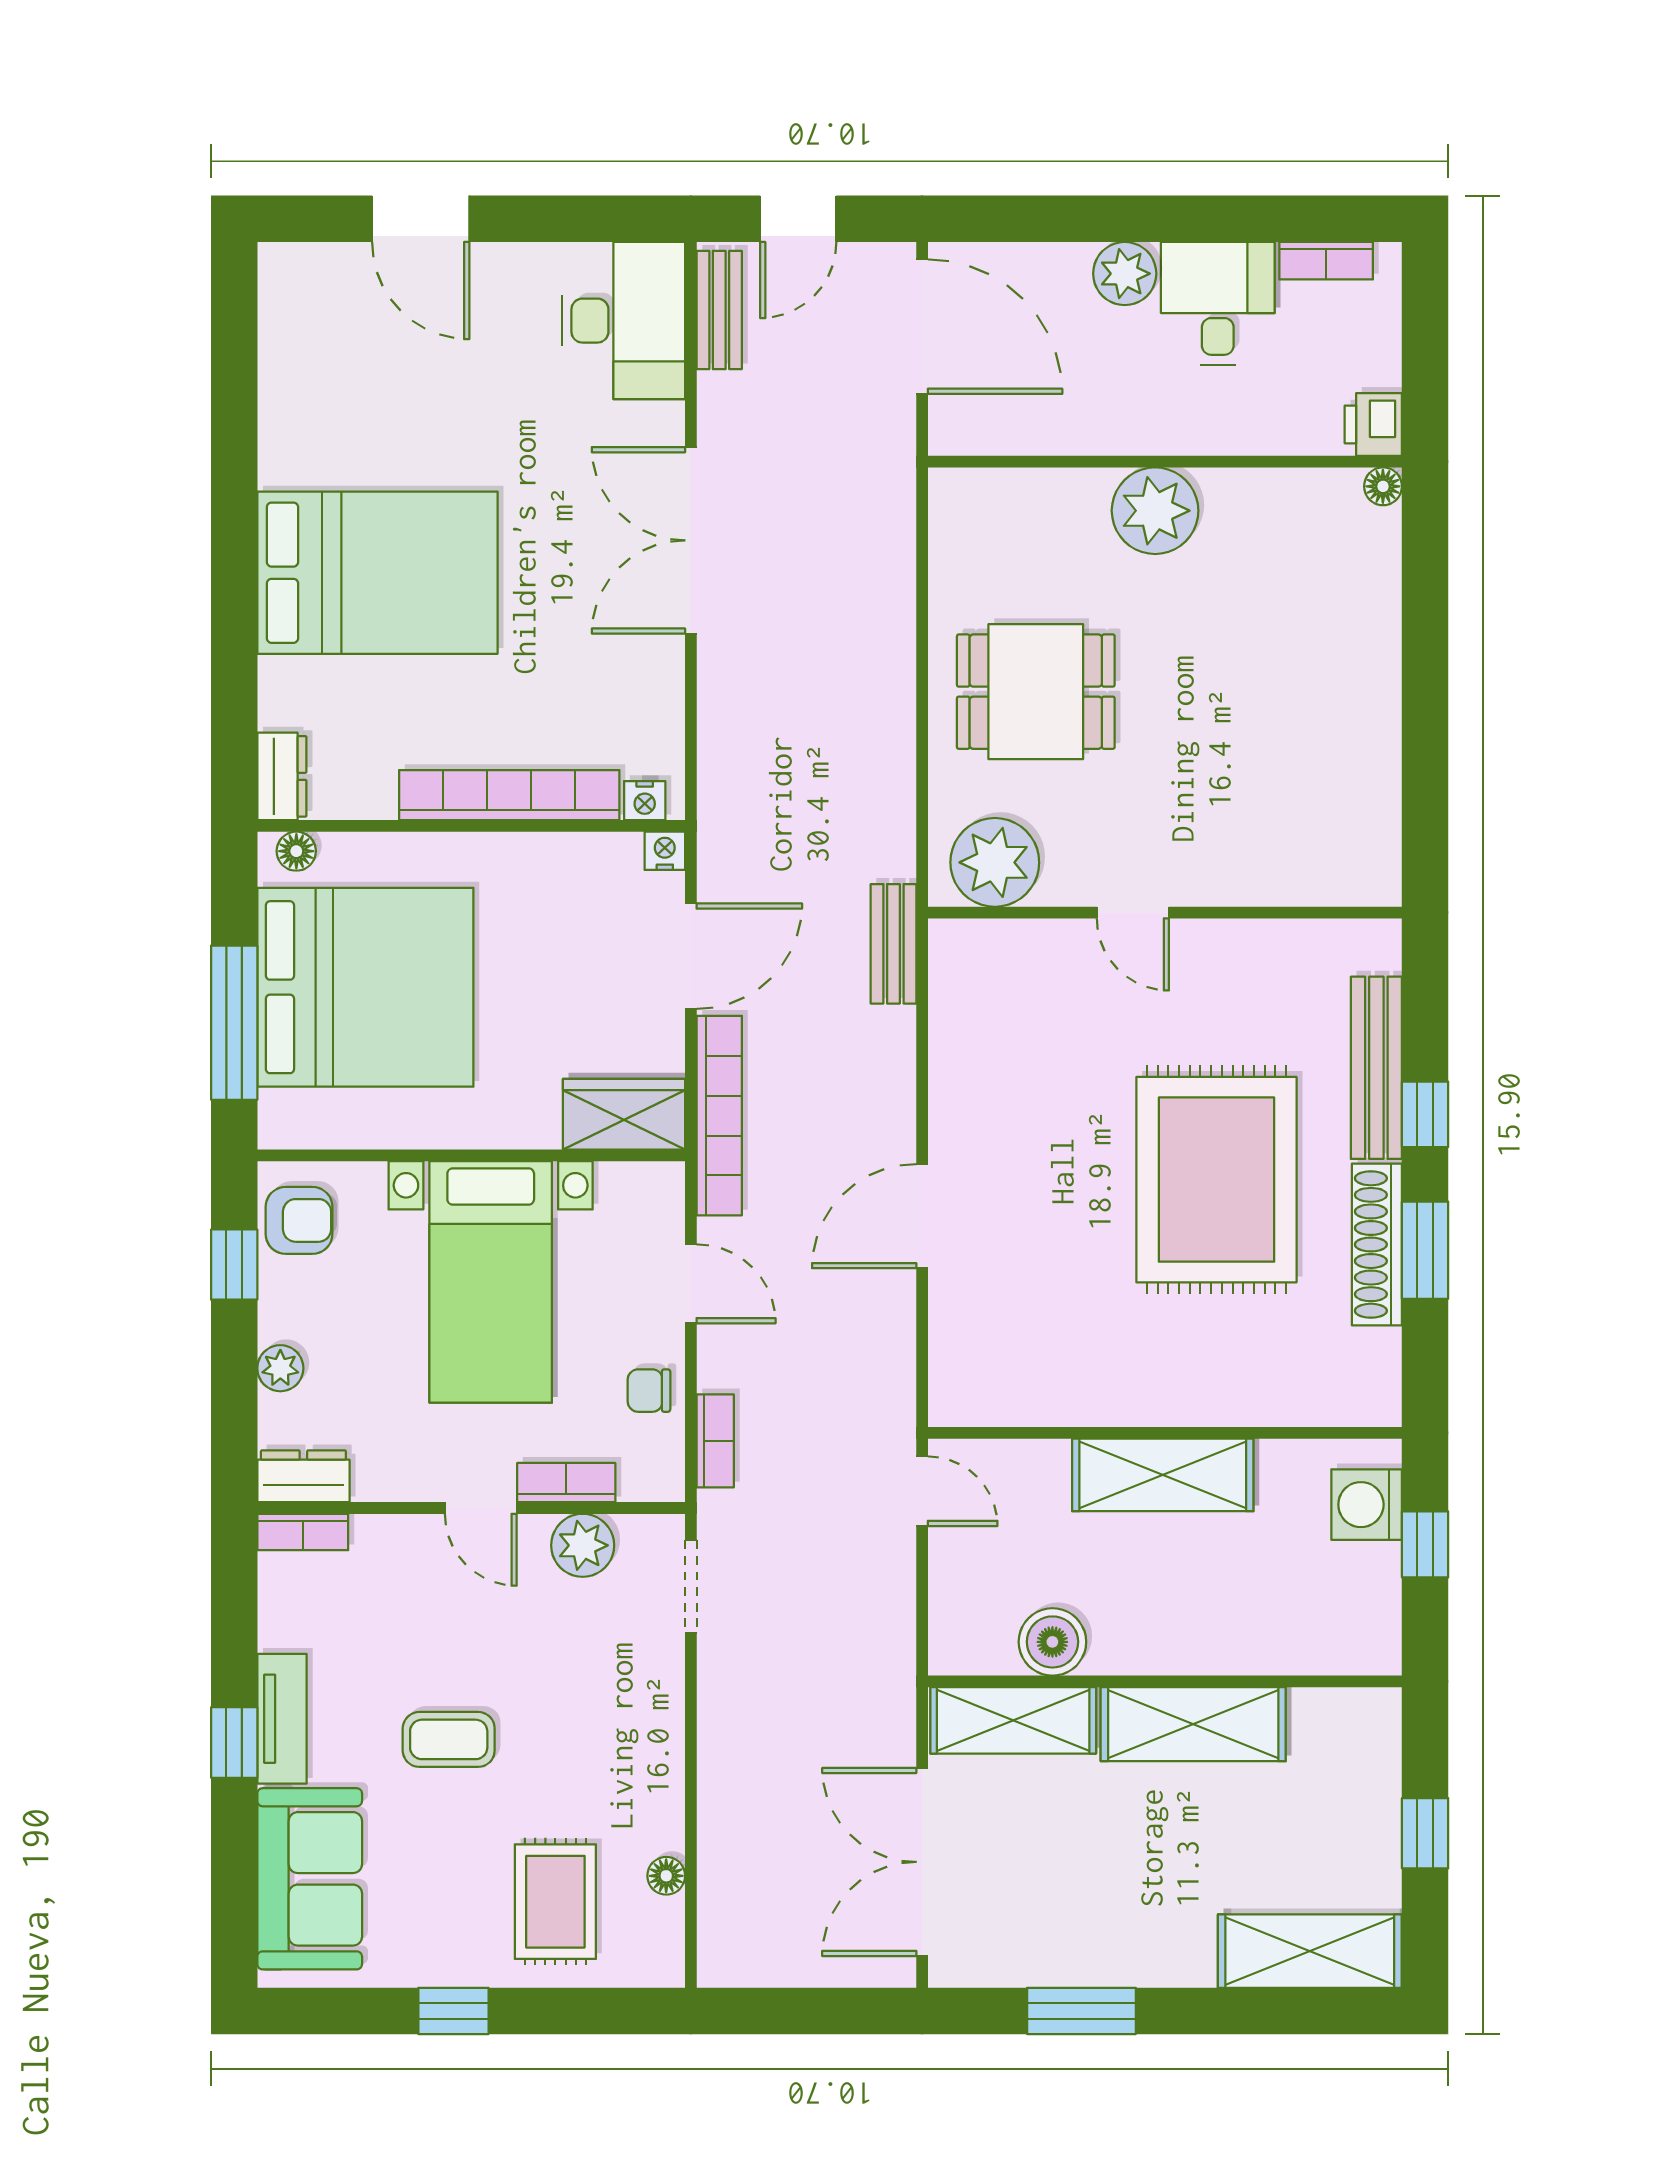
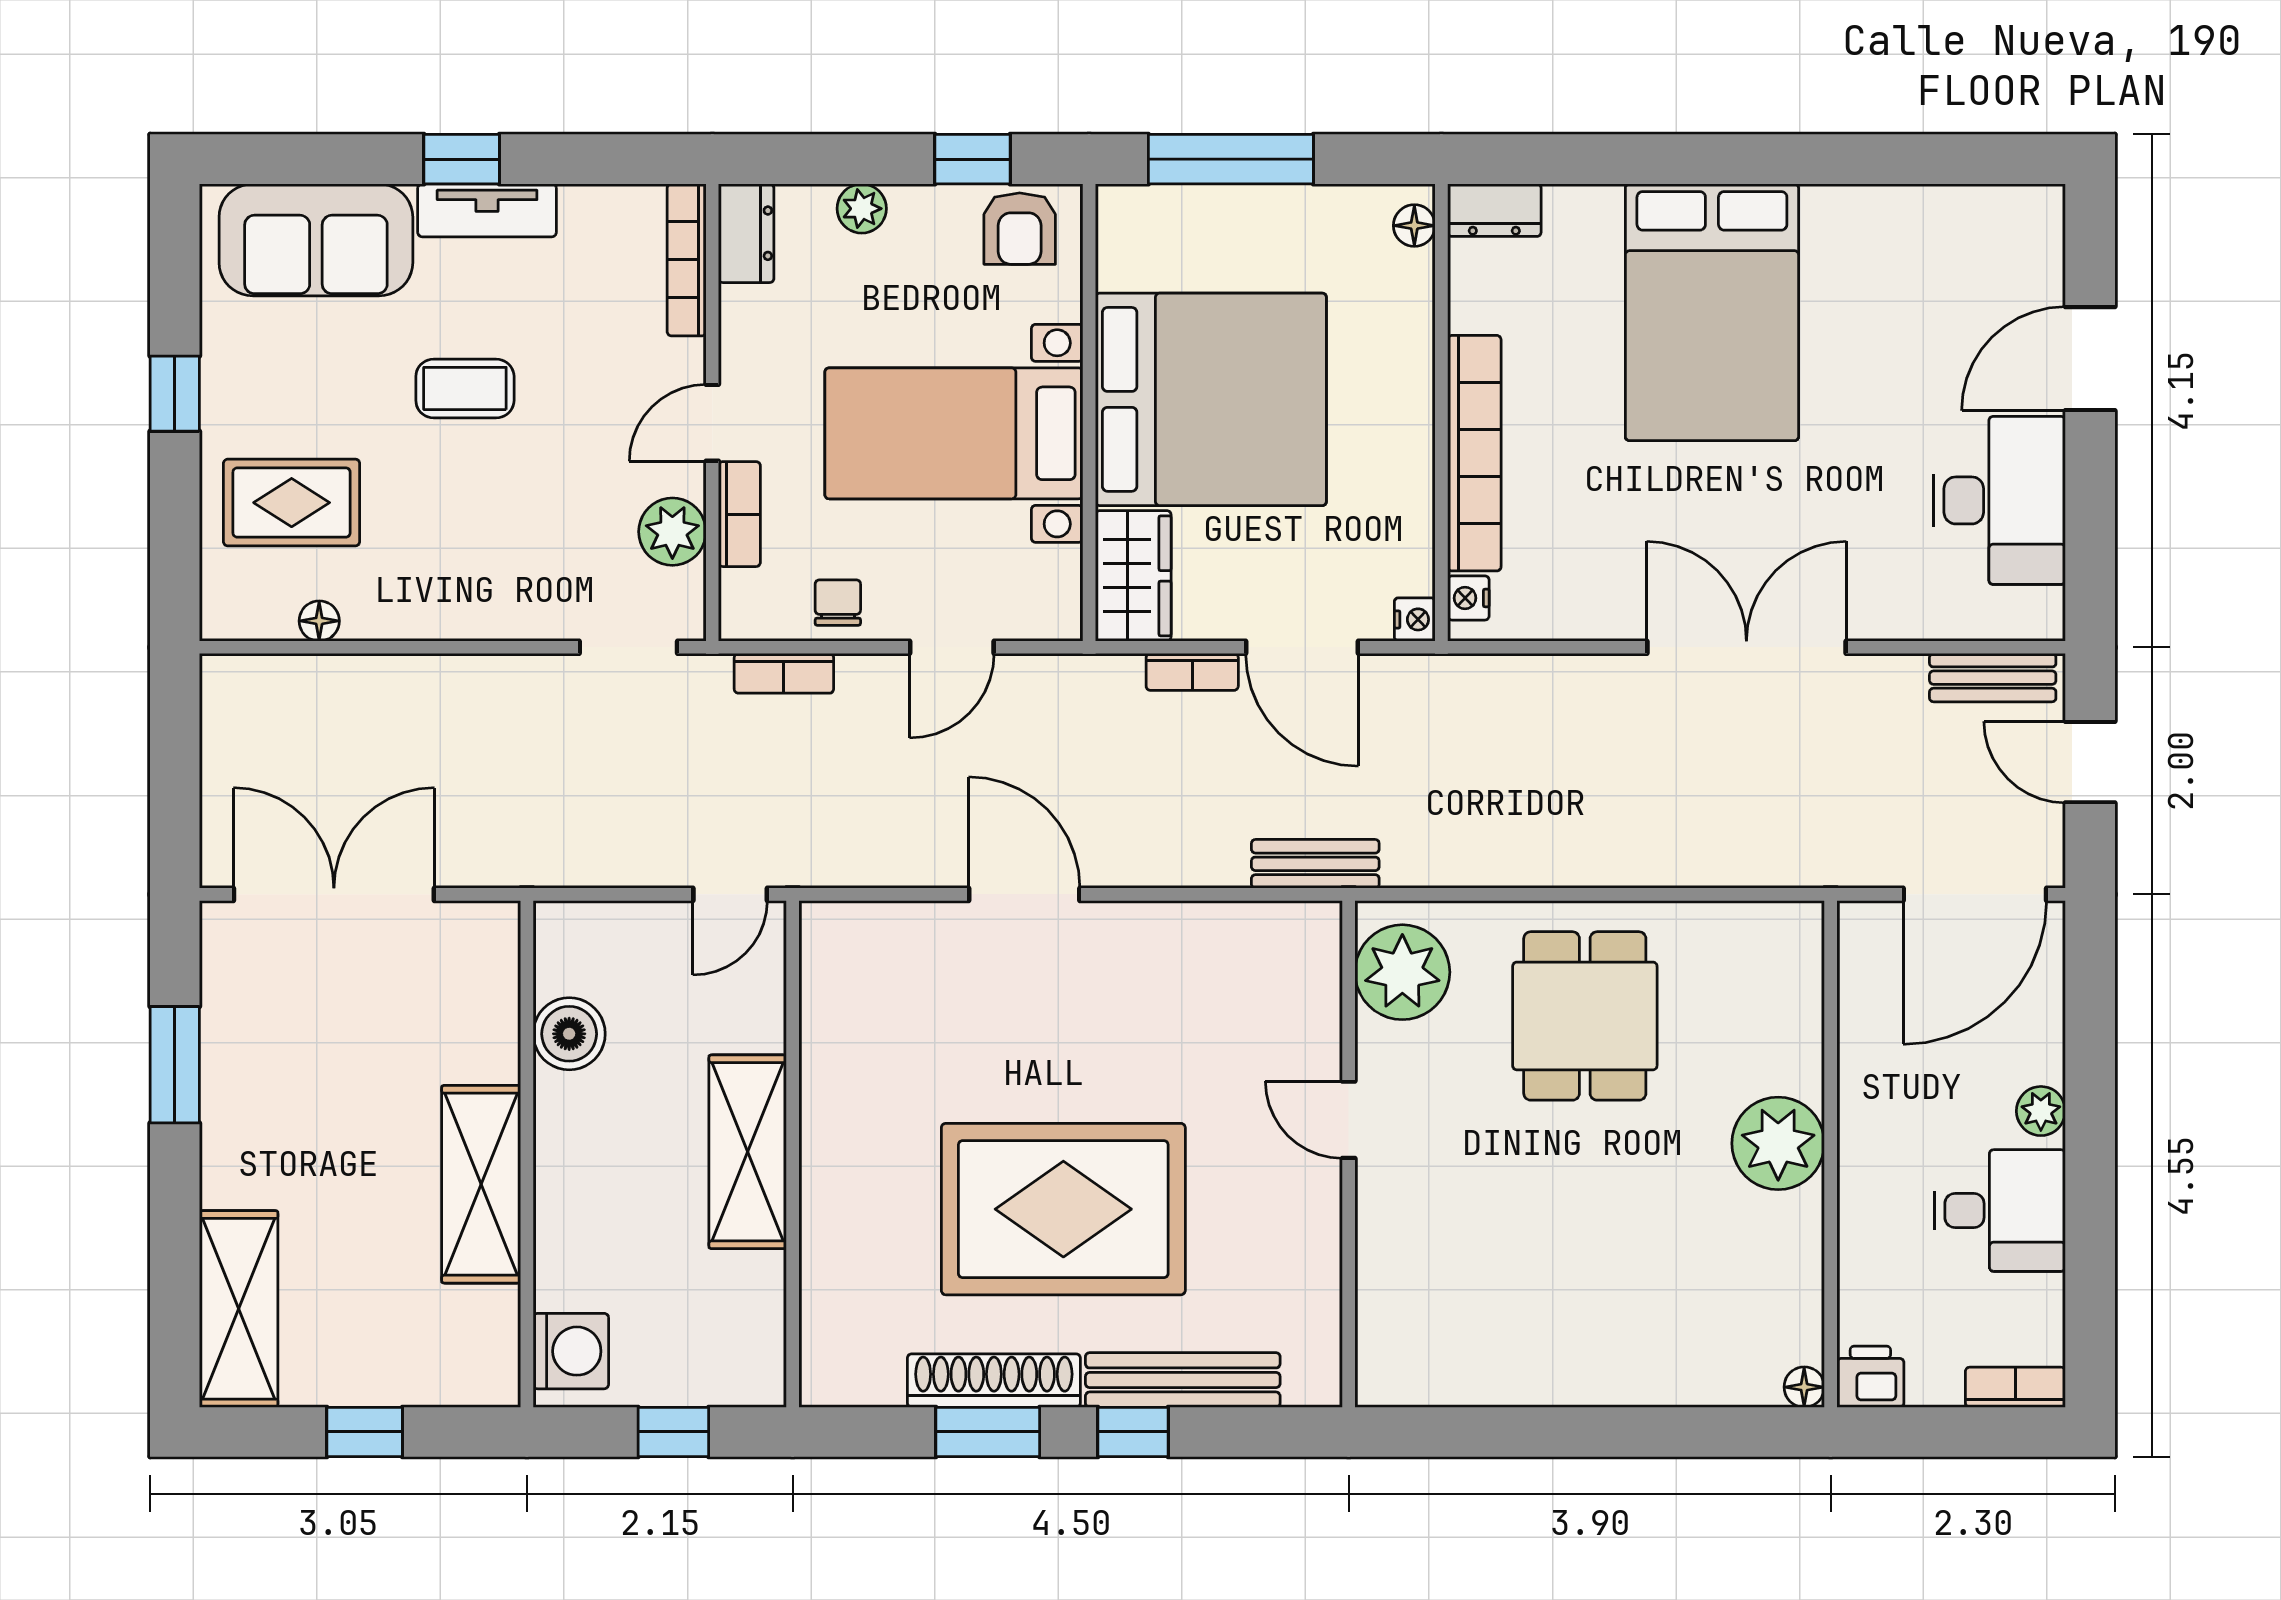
bookcase: (1326, 261) -> (2015, 1387), moved, turned 90
plant: (1125, 274) -> (2041, 1111), width x0.73, depth x0.73
desk: (623, 321) -> (1999, 500), moved, turned -90
door: (1133, 913) -> (1349, 1120), hinge flipped
bed: (365, 987) -> (1211, 399), moved, turned -90
bookcase: (719, 1116) -> (1192, 672), width x0.43, depth x0.76
washing machine: (1367, 1505) -> (571, 1351), moved, turned 90
bookcase: (303, 1532) -> (687, 260), width x1.56
shelving: (1013, 1720) -> (485, 992), removed
coffee table: (449, 1739) -> (465, 388), turned 90

